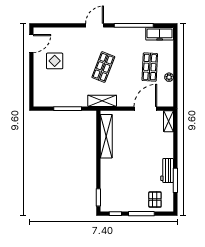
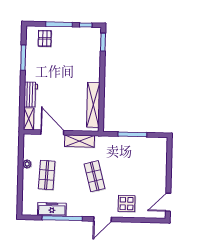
freezer: (160, 34) -> (52, 209), moved
display table: (55, 61) -> (127, 204), moved
shop shelf: (103, 67) -> (95, 176), turned -36
shelving: (102, 101) -> (79, 141), moved
door: (145, 109) -> (52, 132), swing flipped
workbench: (167, 171) -> (31, 94), moved

